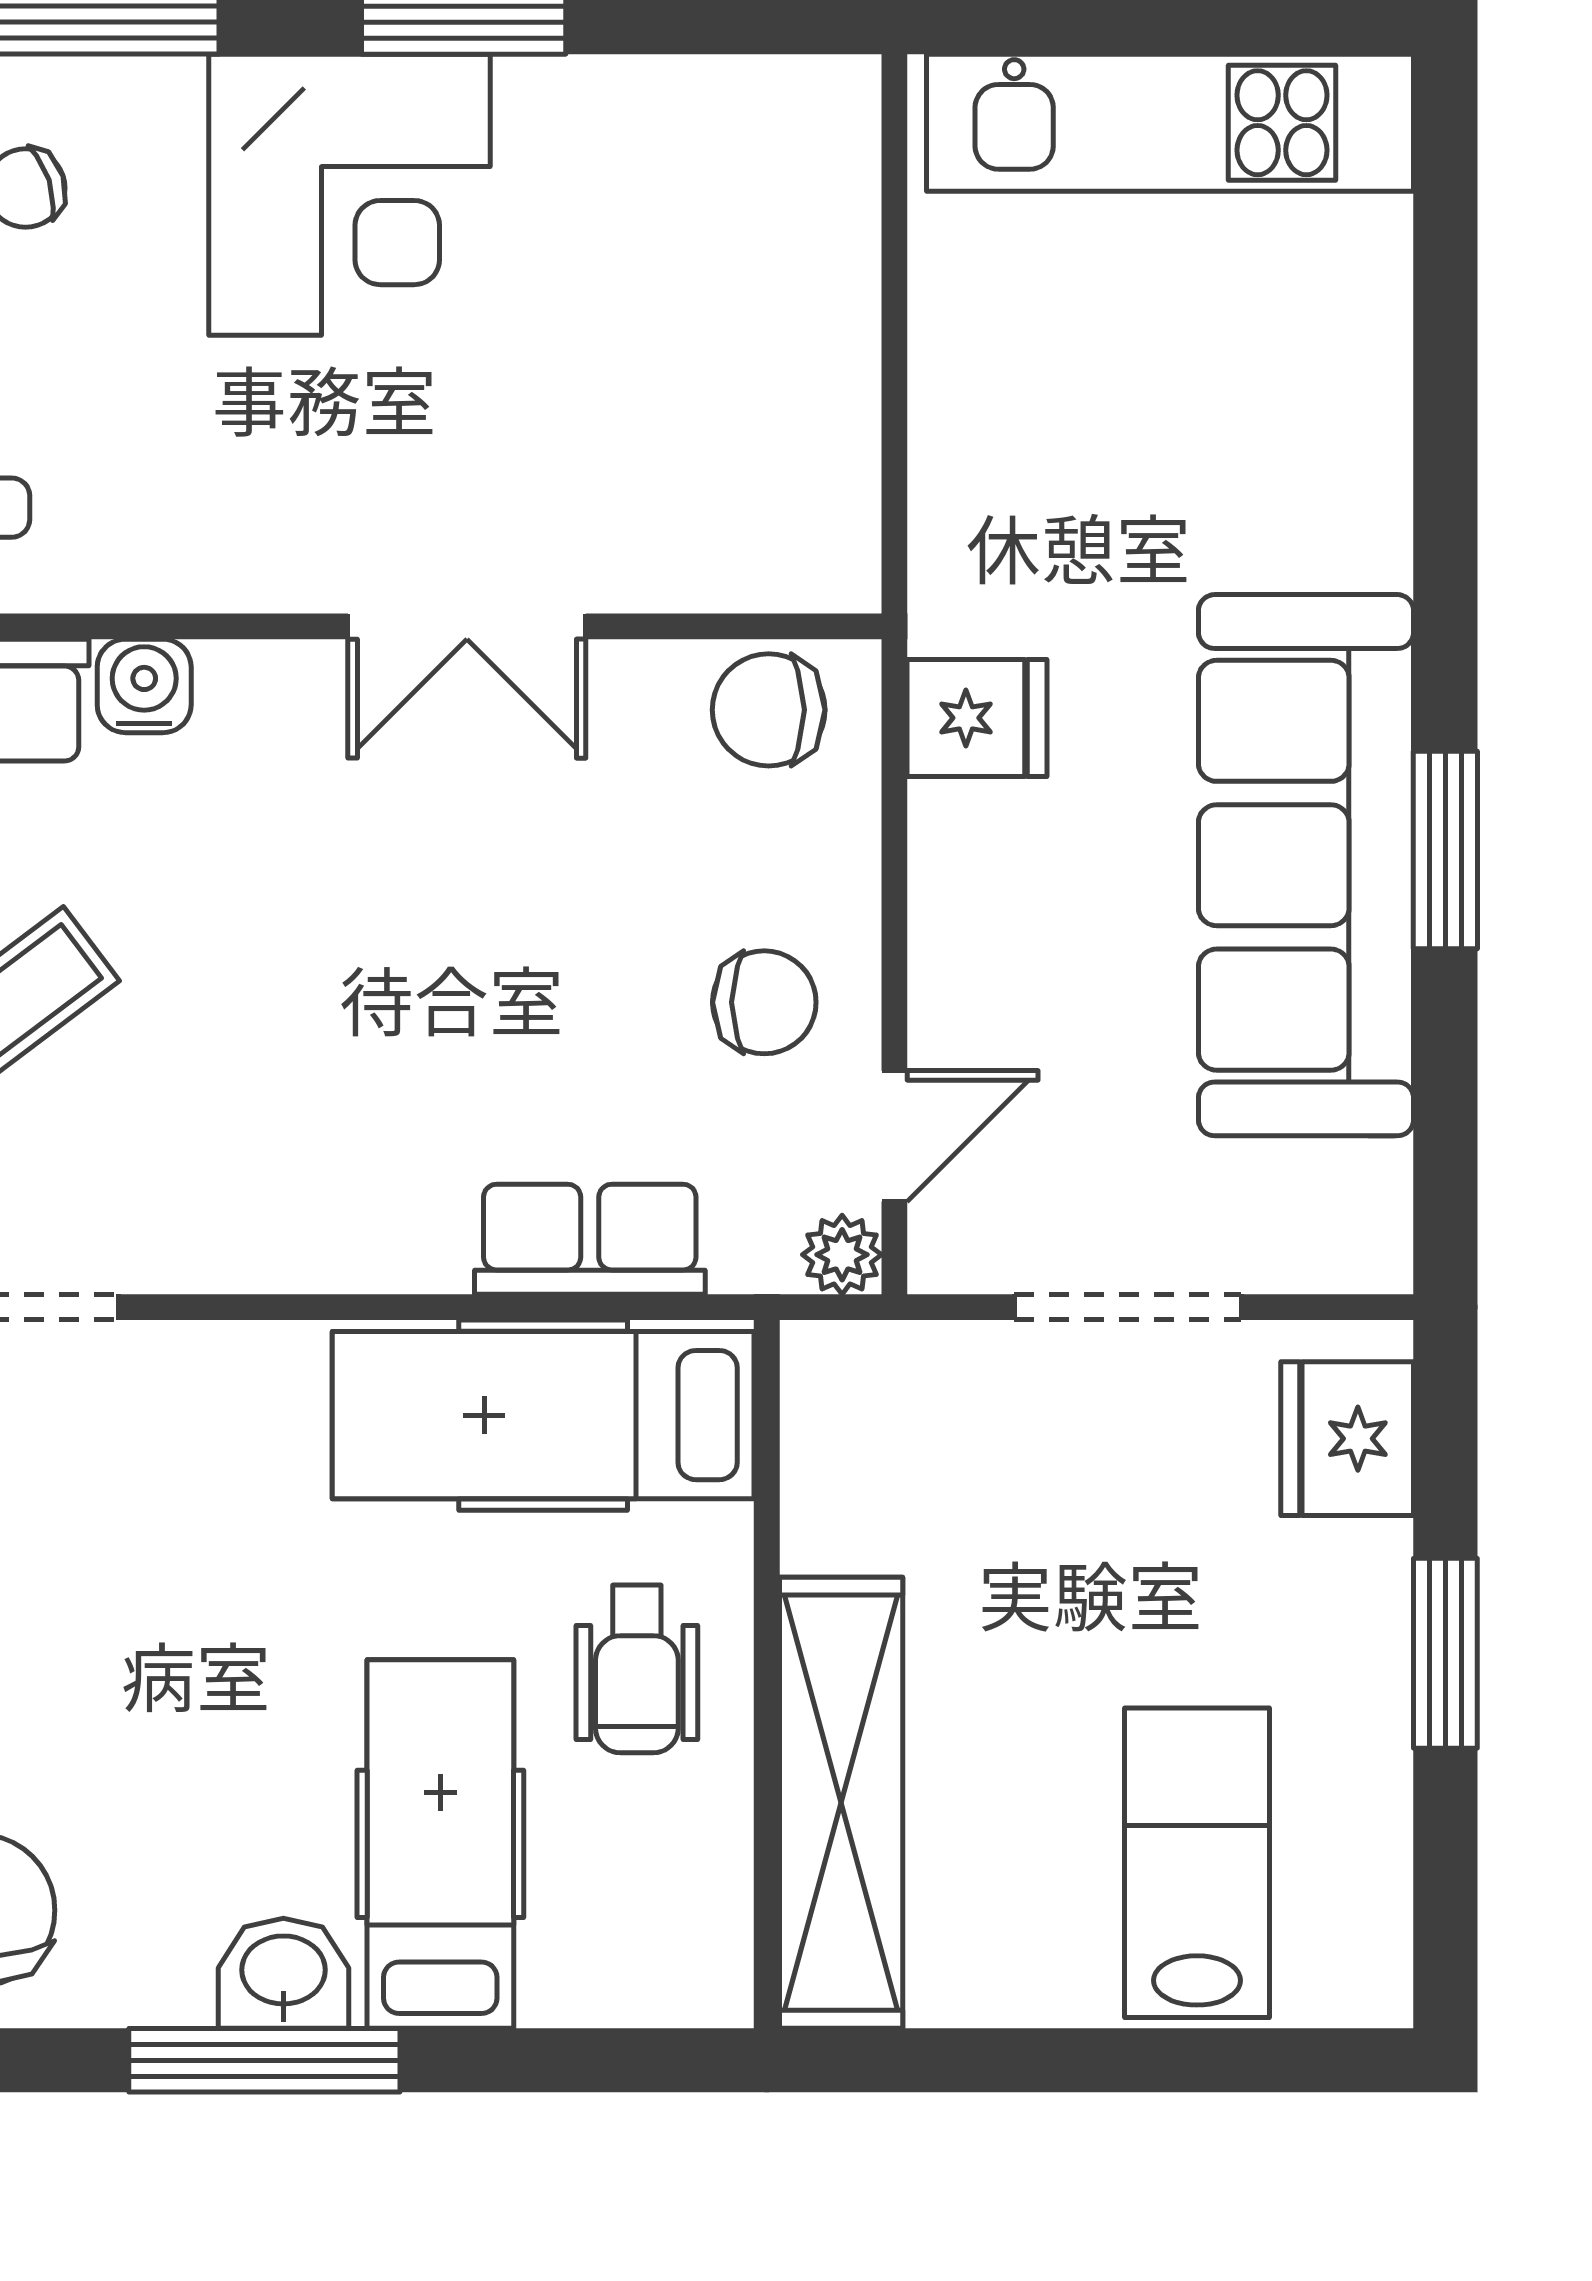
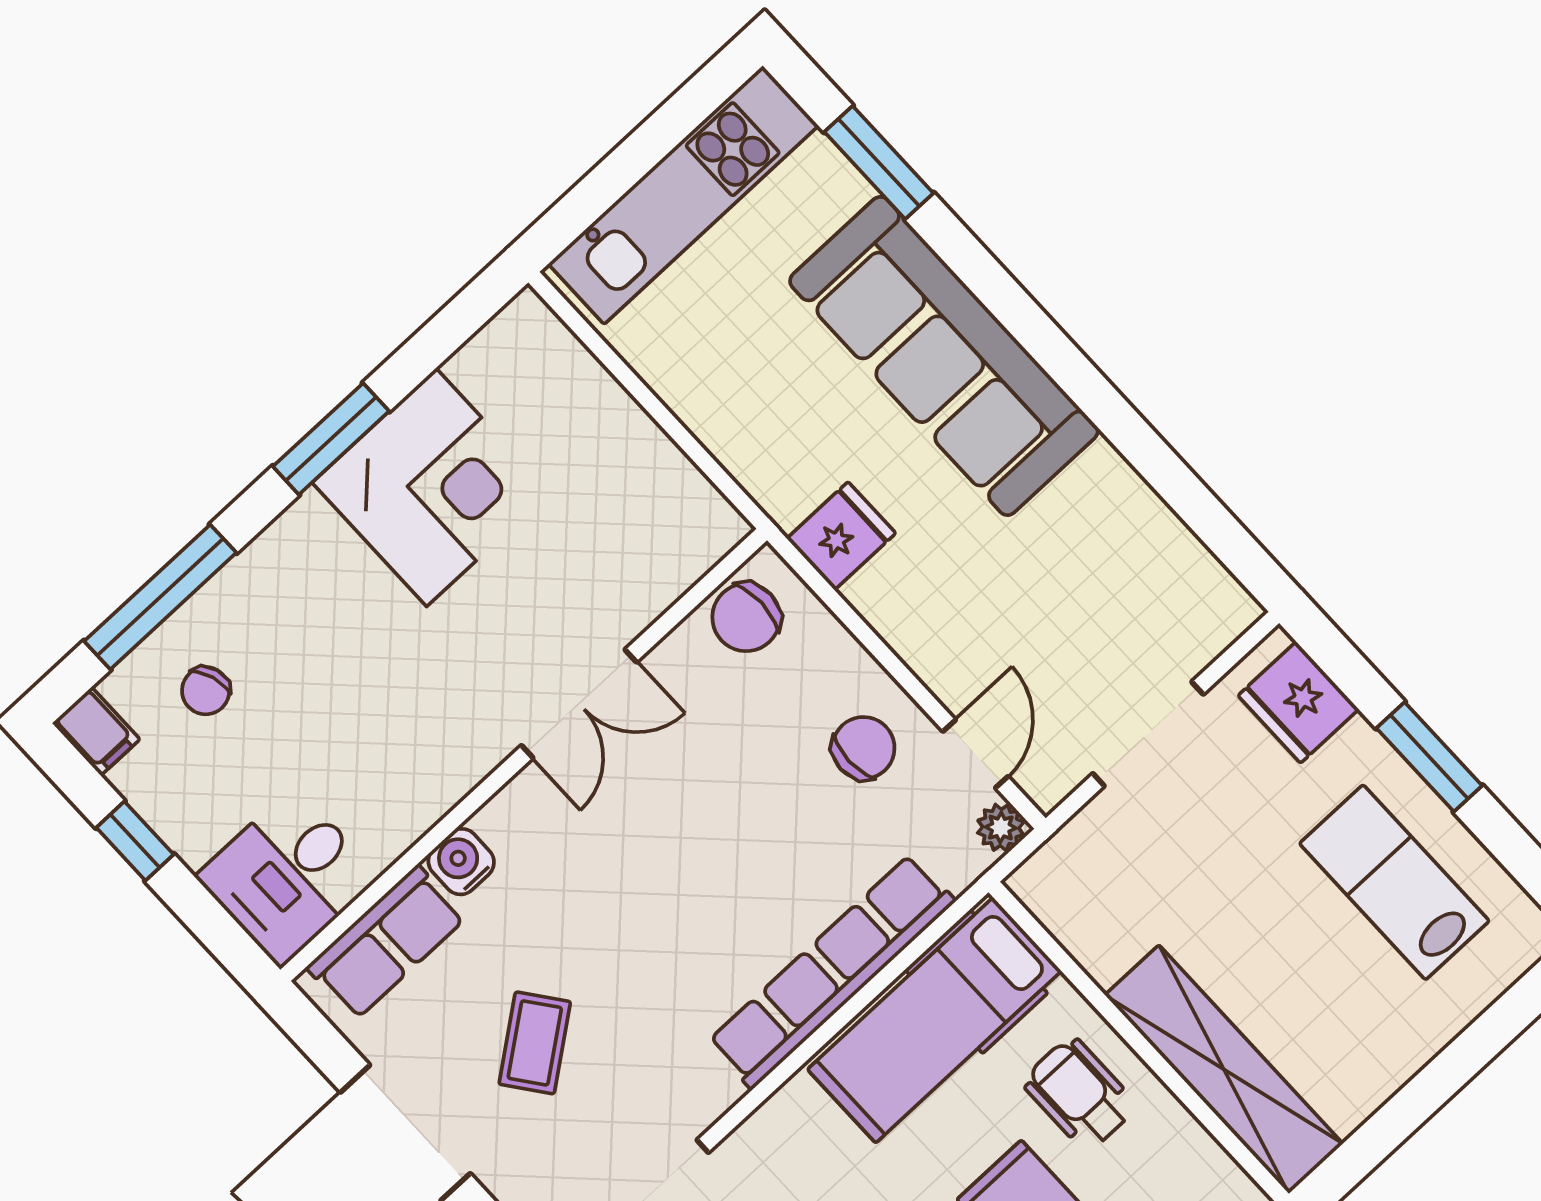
corner desk: (349, 195) -> (431, 487), moved
window: (1445, 850) -> (879, 163), moved
sofa: (1306, 865) -> (944, 356), moved
row of seats: (590, 1239) -> (832, 971), width x2.02
wheelchair: (637, 1669) -> (1079, 1094), turned 180
lab bench: (1197, 1863) -> (1394, 882), moved

